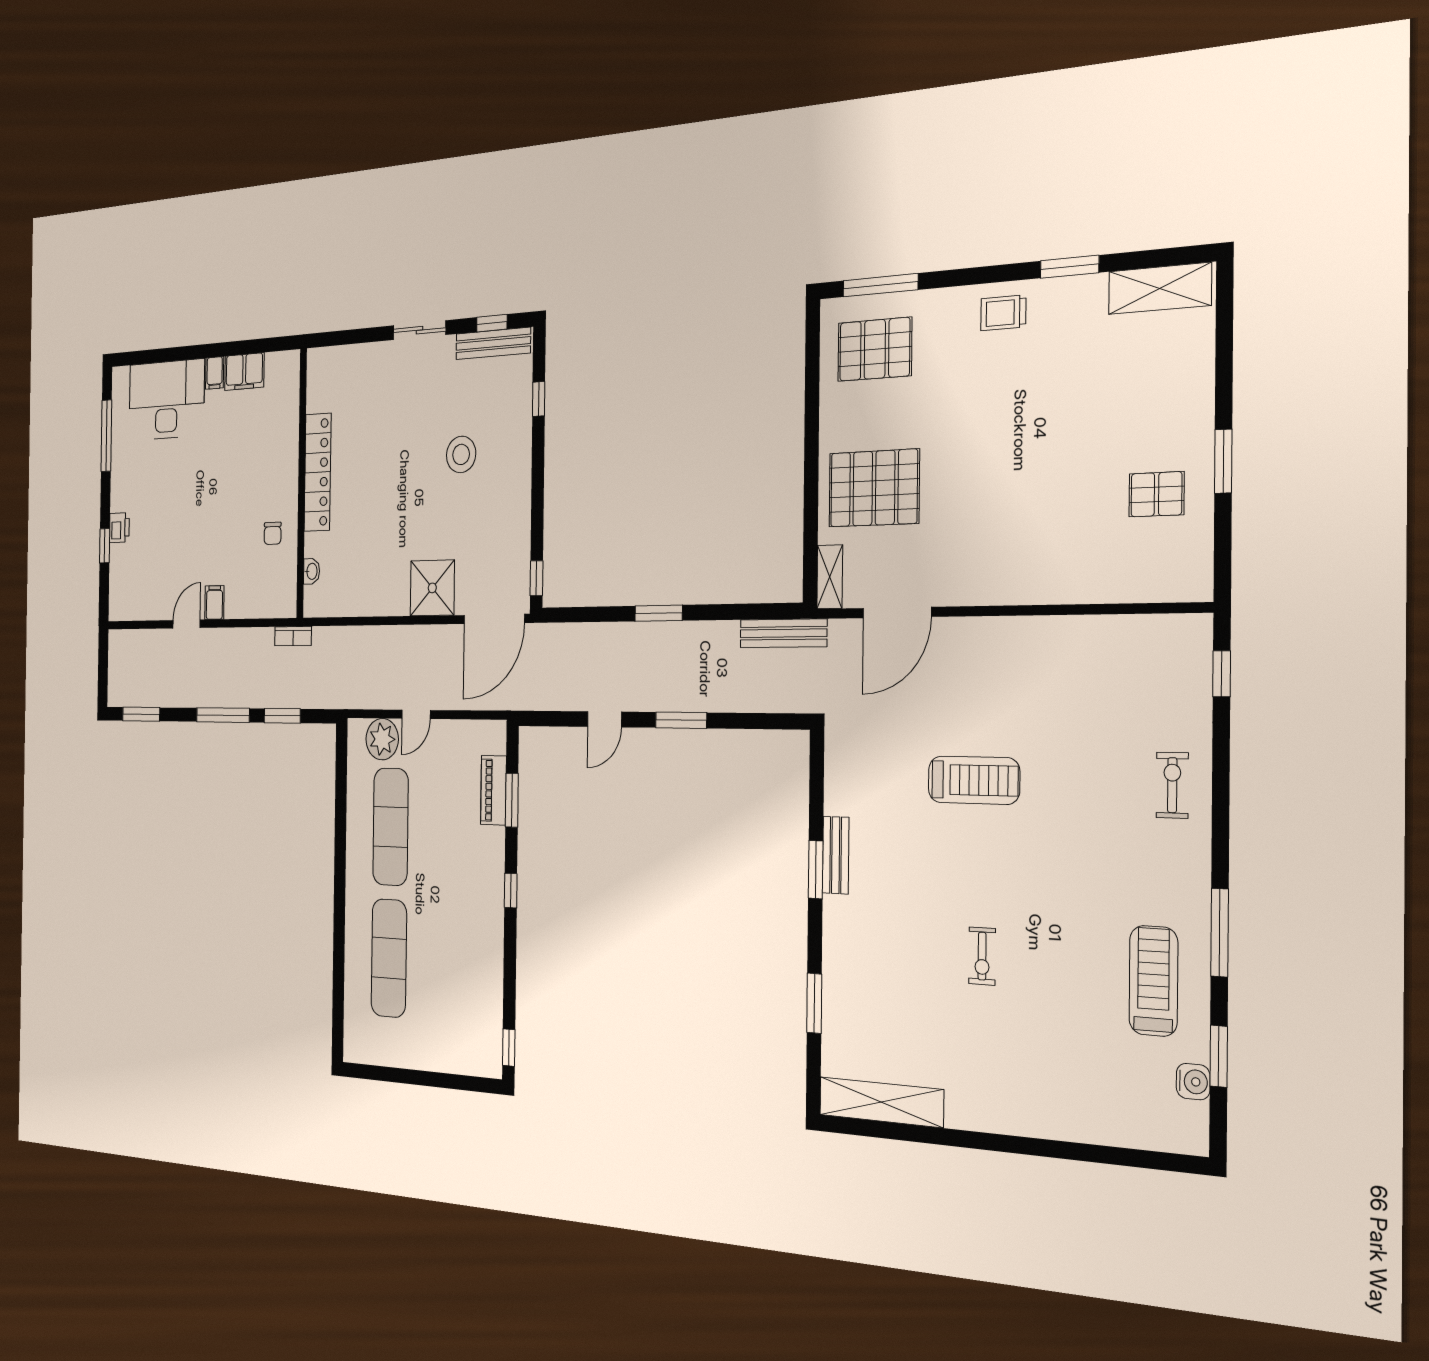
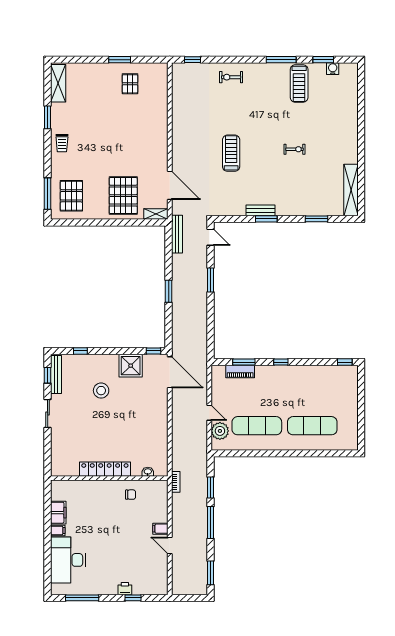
shower: (432, 588) -> (131, 366), moved
door: (604, 719) -> (210, 237), moved
treadmill: (1153, 981) -> (299, 83), turned -90

